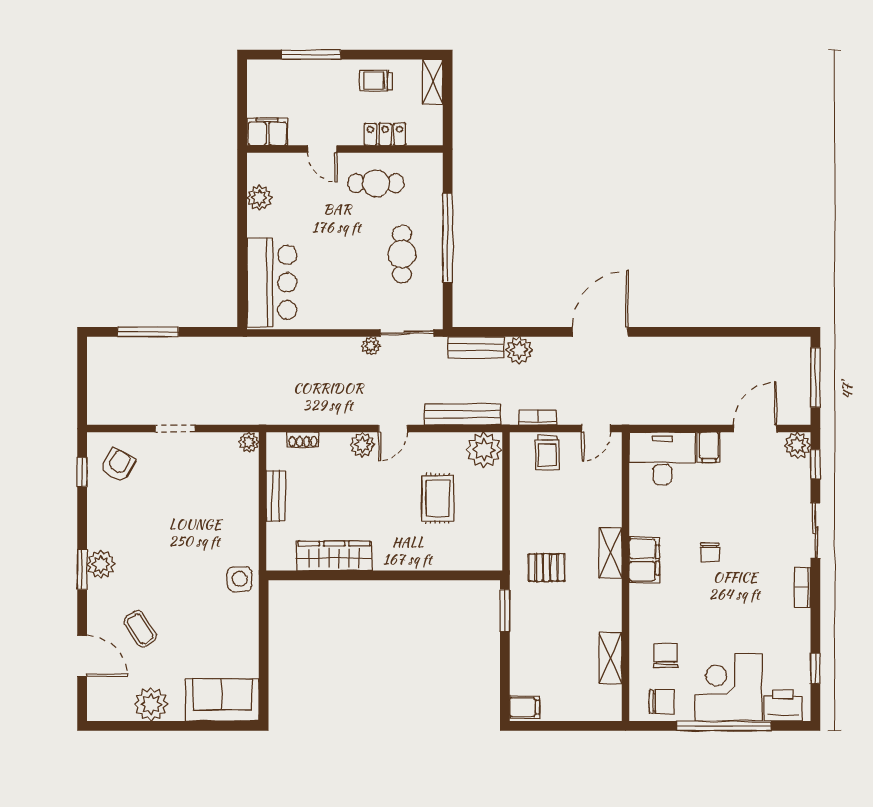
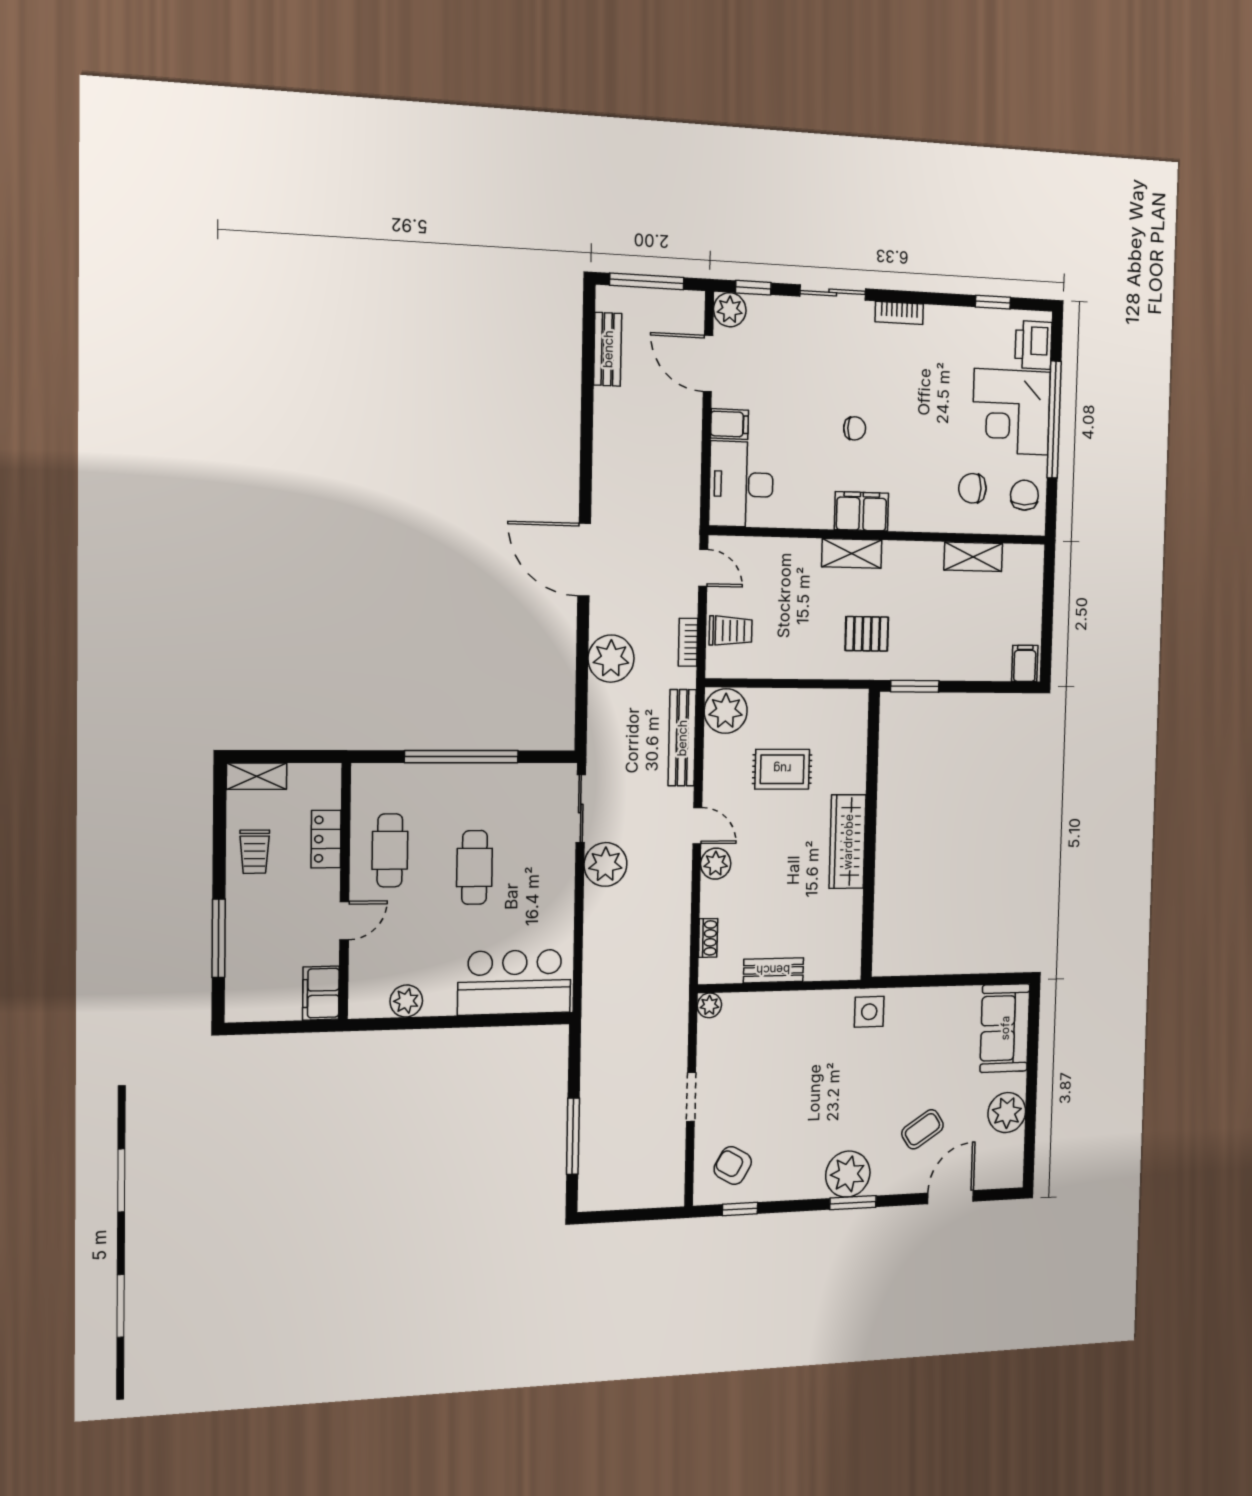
cafe table: (402, 254) -> (475, 867), moved, turned 90
plant: (371, 346) -> (605, 864), width x1.87, depth x1.87
bench: (476, 347) -> (608, 349), moved
plant: (519, 350) -> (611, 659), width x1.36, depth x1.36
wardrobe: (334, 556) -> (848, 842), moved
plant: (101, 564) -> (848, 1174), width x1.36, depth x1.36
pallet: (547, 568) -> (867, 634), turned 90

